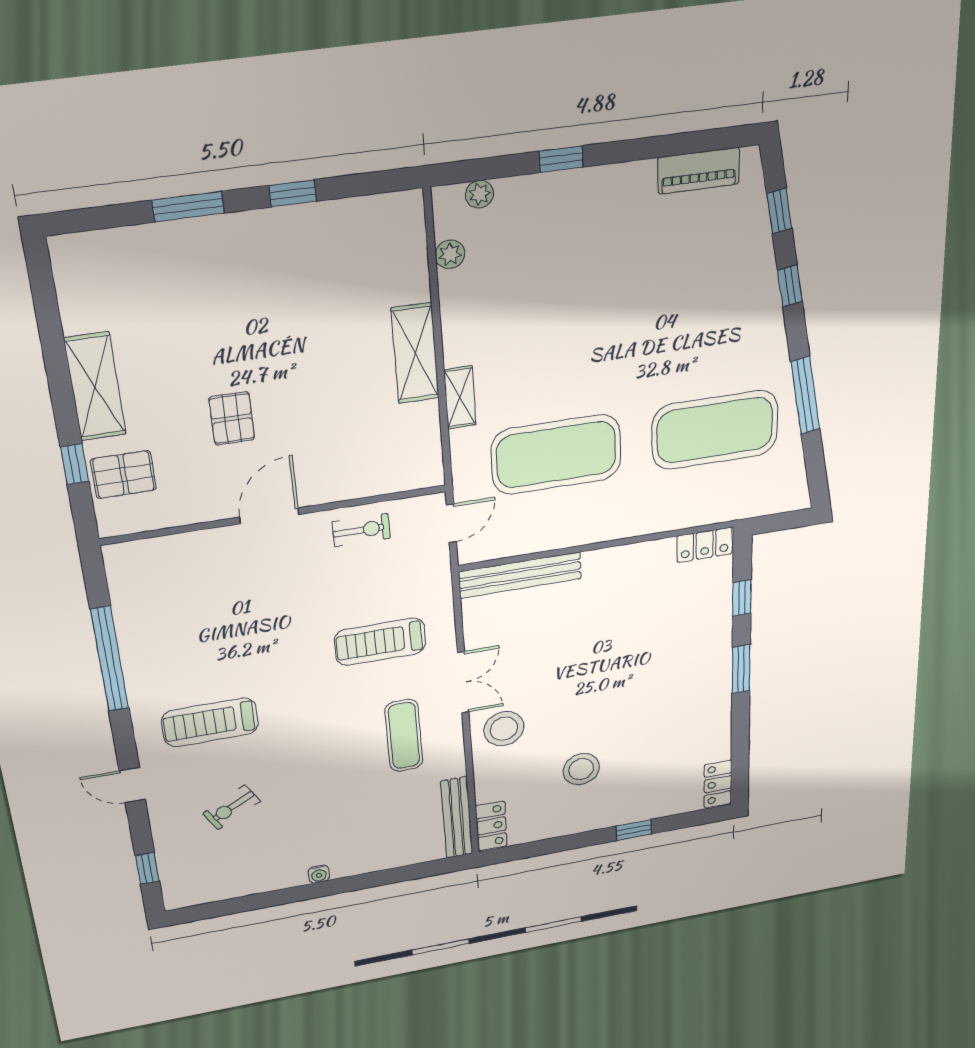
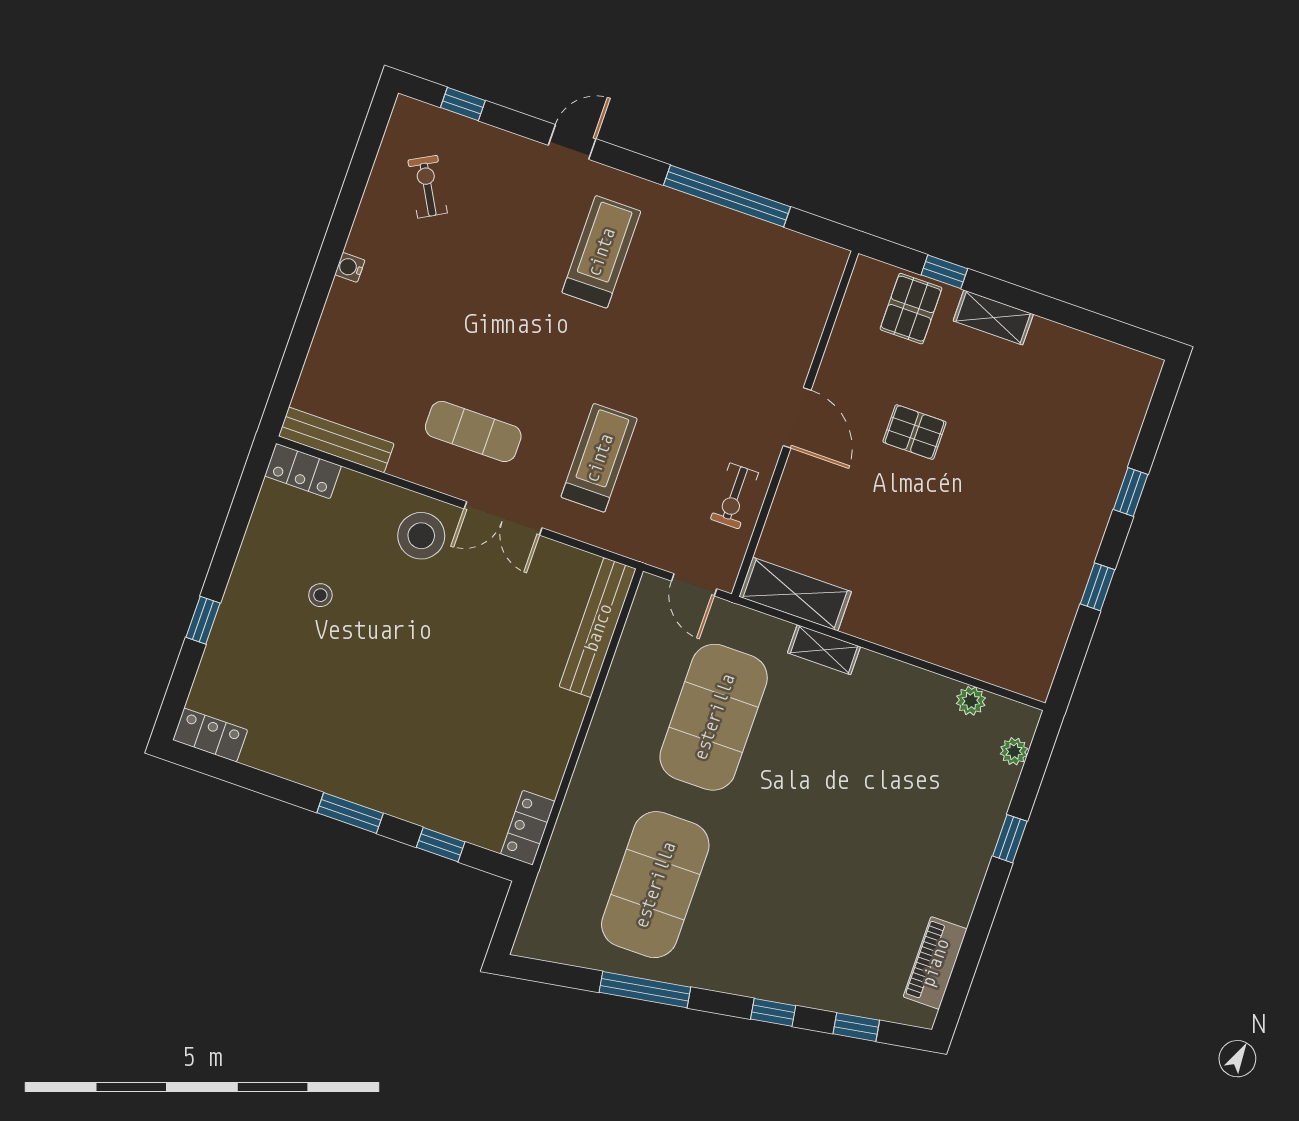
window: (188, 207) -> (1131, 492), width x0.67
shelving: (415, 353) -> (795, 594), moved
shelving: (95, 387) -> (993, 317), width x0.67, depth x0.75
stool: (581, 769) -> (320, 595), width x0.53, depth x0.53
exercise bike: (231, 807) -> (428, 187), moved

